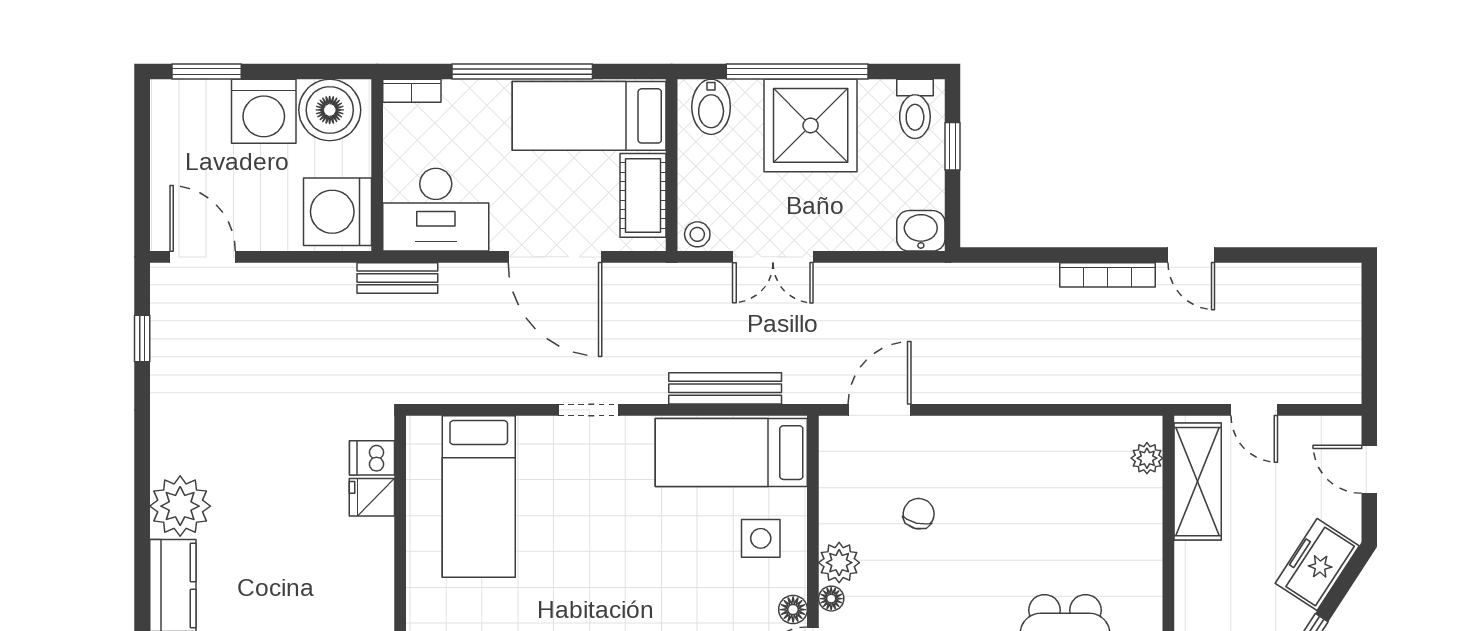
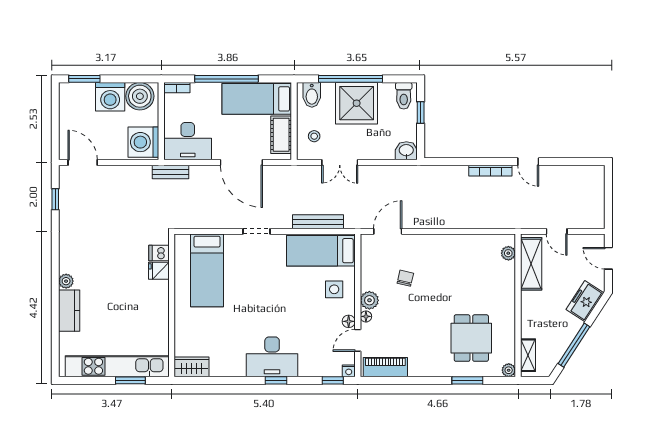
stool: (697, 234) -> (314, 136), moved
plant: (180, 506) -> (66, 281), width x0.53, depth x0.53

